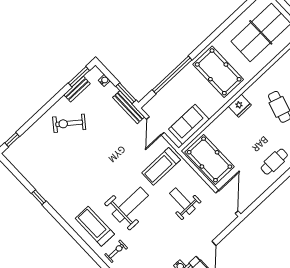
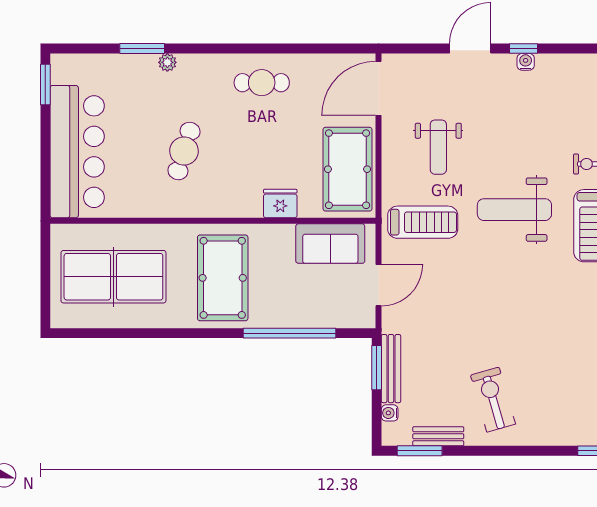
fridge: (240, 106) -> (280, 204), moved
bench: (129, 107) -> (391, 369), moved
exercise bike: (69, 123) -> (493, 400), turned -144

